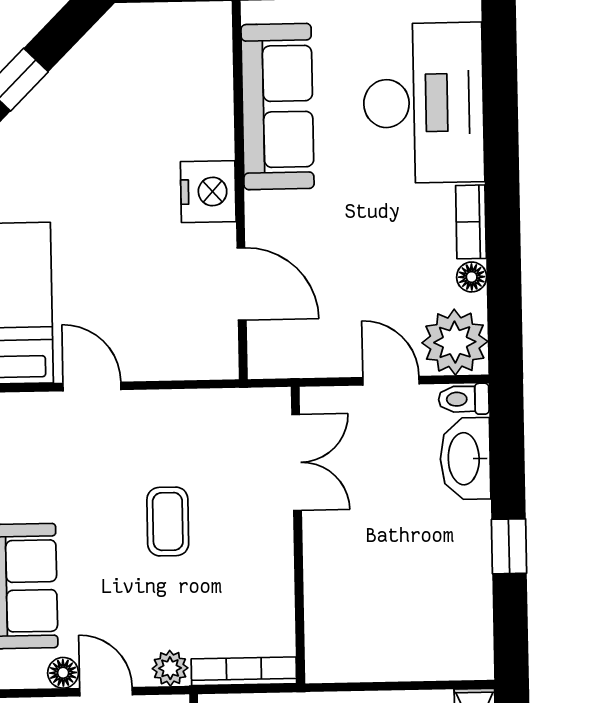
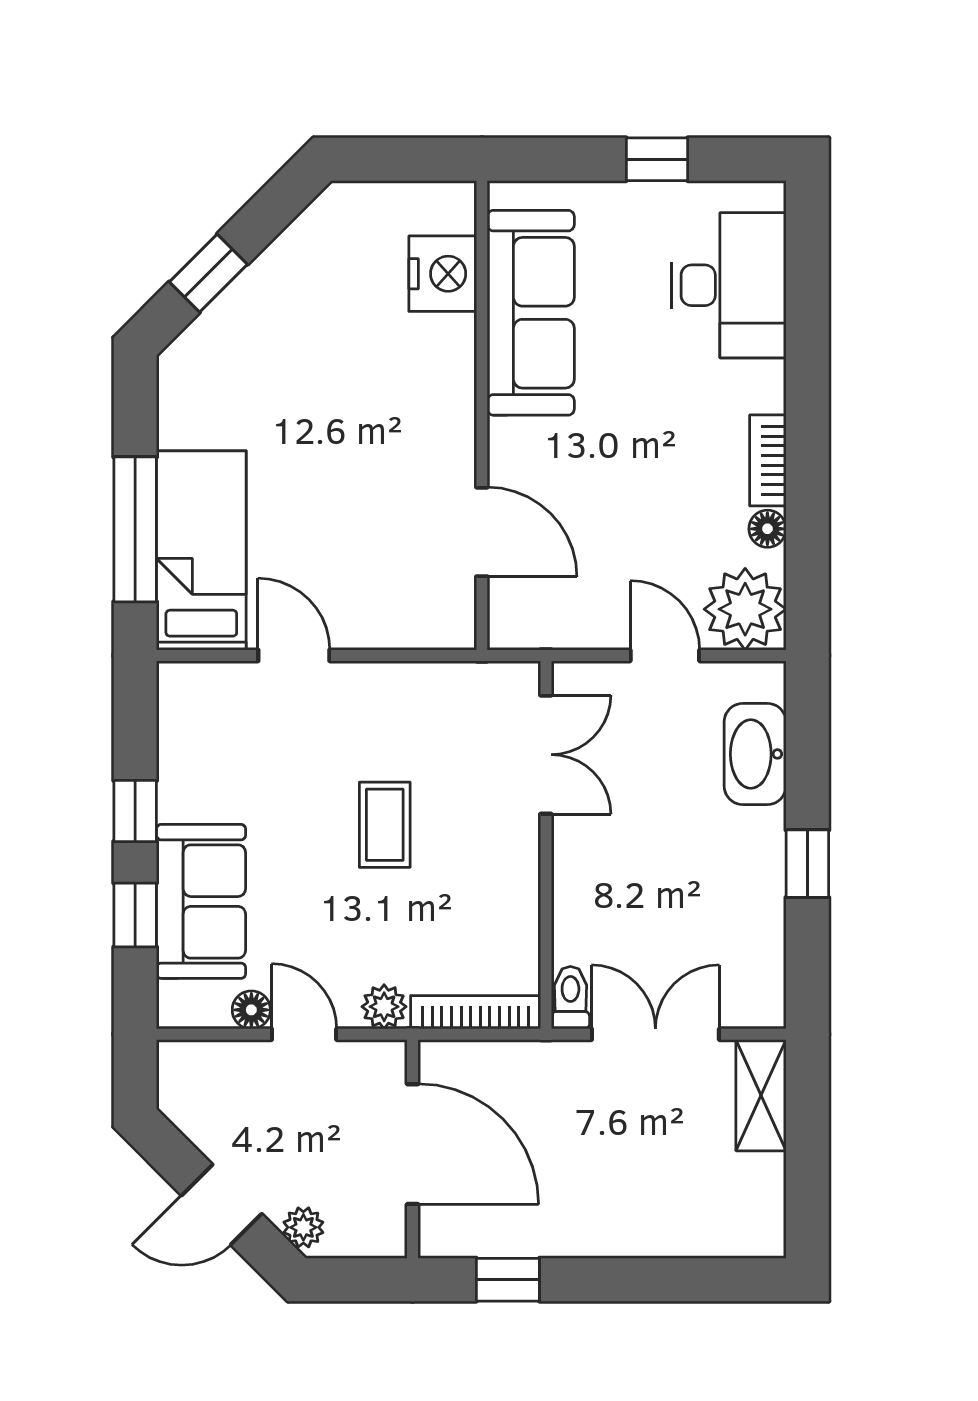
desk: (424, 103) -> (729, 285), width x0.73, depth x0.77
nightstand: (208, 192) -> (443, 274), moved
toilet: (464, 399) -> (570, 998), moved, turned 90
double door: (389, 686) -> (655, 1034), added

